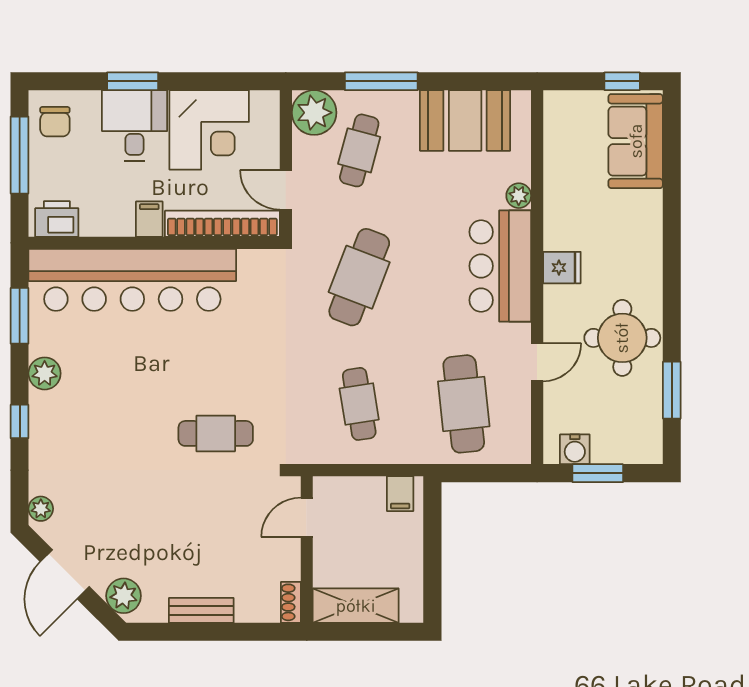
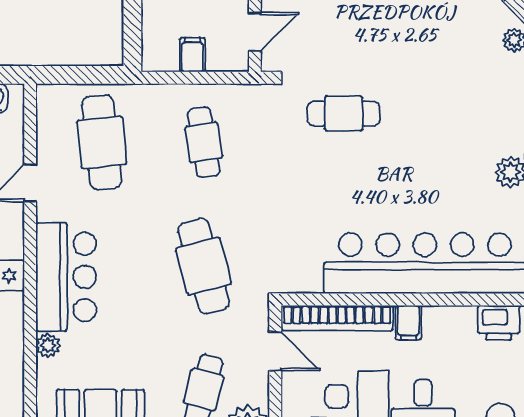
cafe table: (359, 277) -> (204, 266), turned -36
filing cabinet: (400, 494) -> (192, 55), moved

